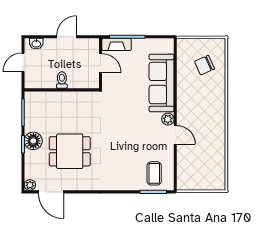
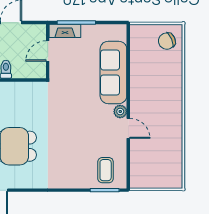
door: (101, 63) -> (48, 51), swing flipped
chair: (204, 65) -> (167, 41), moved

